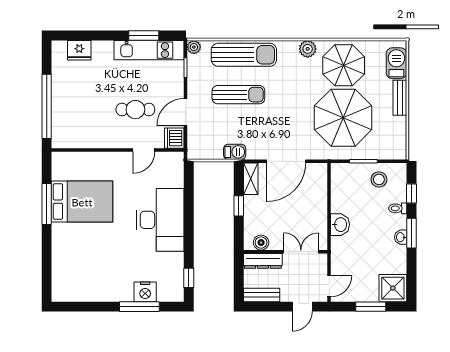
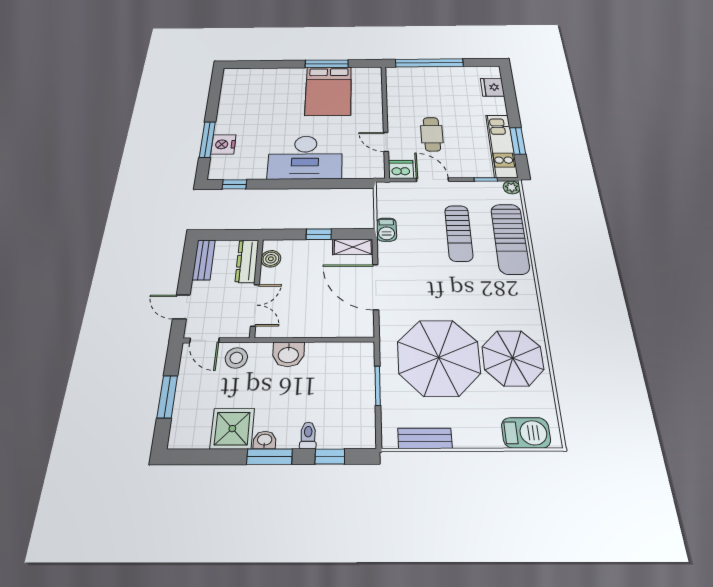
plant: (308, 49) -> (529, 312), removed
bench: (400, 98) -> (425, 438), moved
stool: (379, 179) -> (236, 358), moved
shower: (393, 288) -> (232, 429), moved

